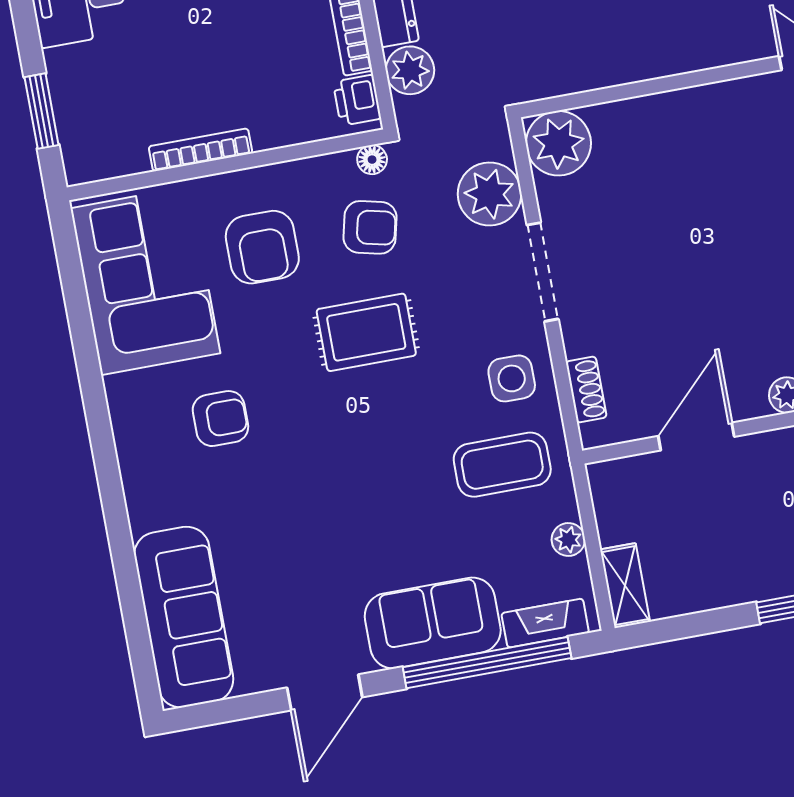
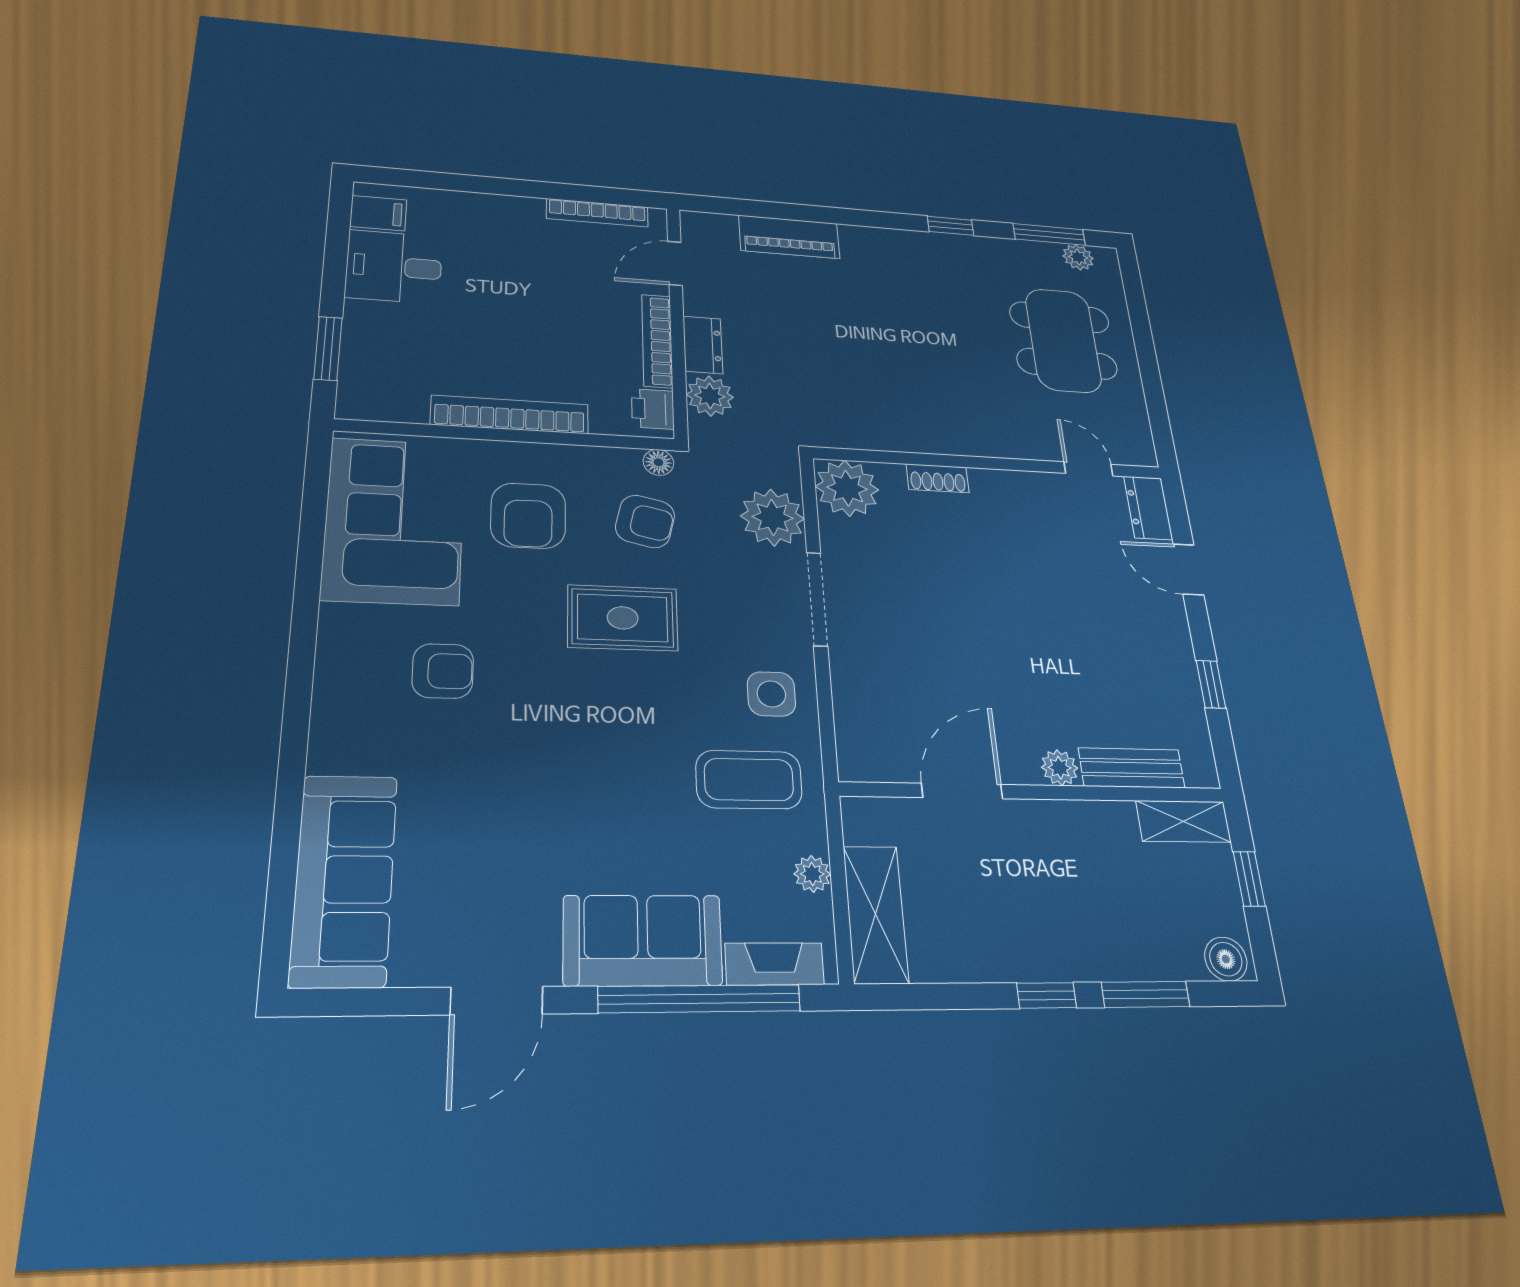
bookcase: (200, 150) -> (510, 415), width x1.48, depth x1.31
shoe rack: (586, 389) -> (938, 478), moved, turned 90
shelving: (625, 586) -> (876, 914), width x1.50, depth x1.33

